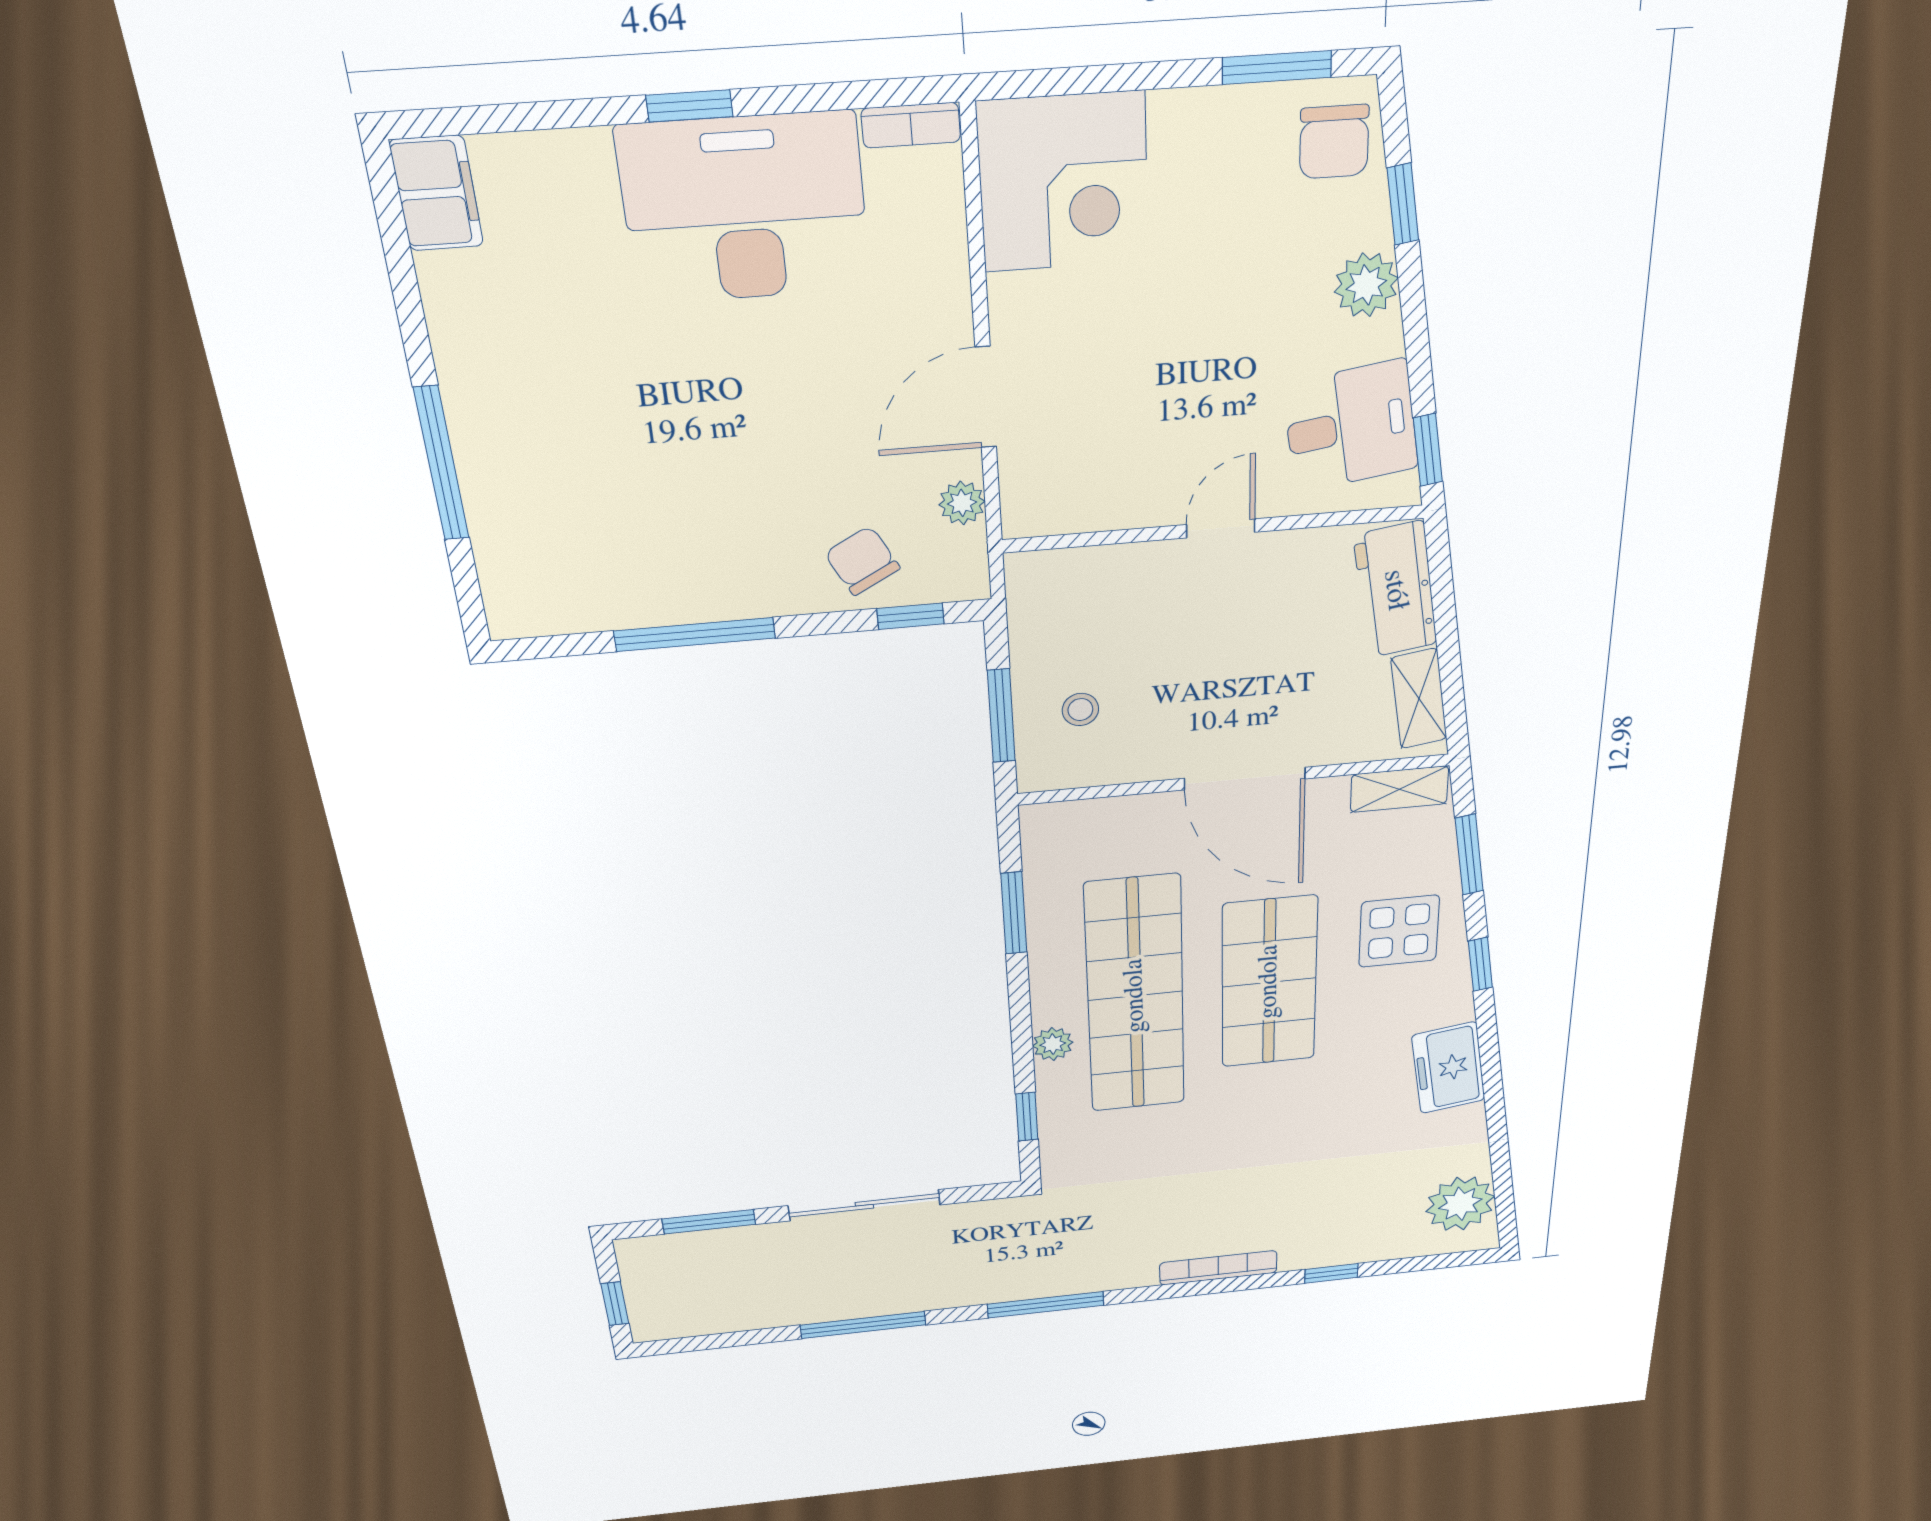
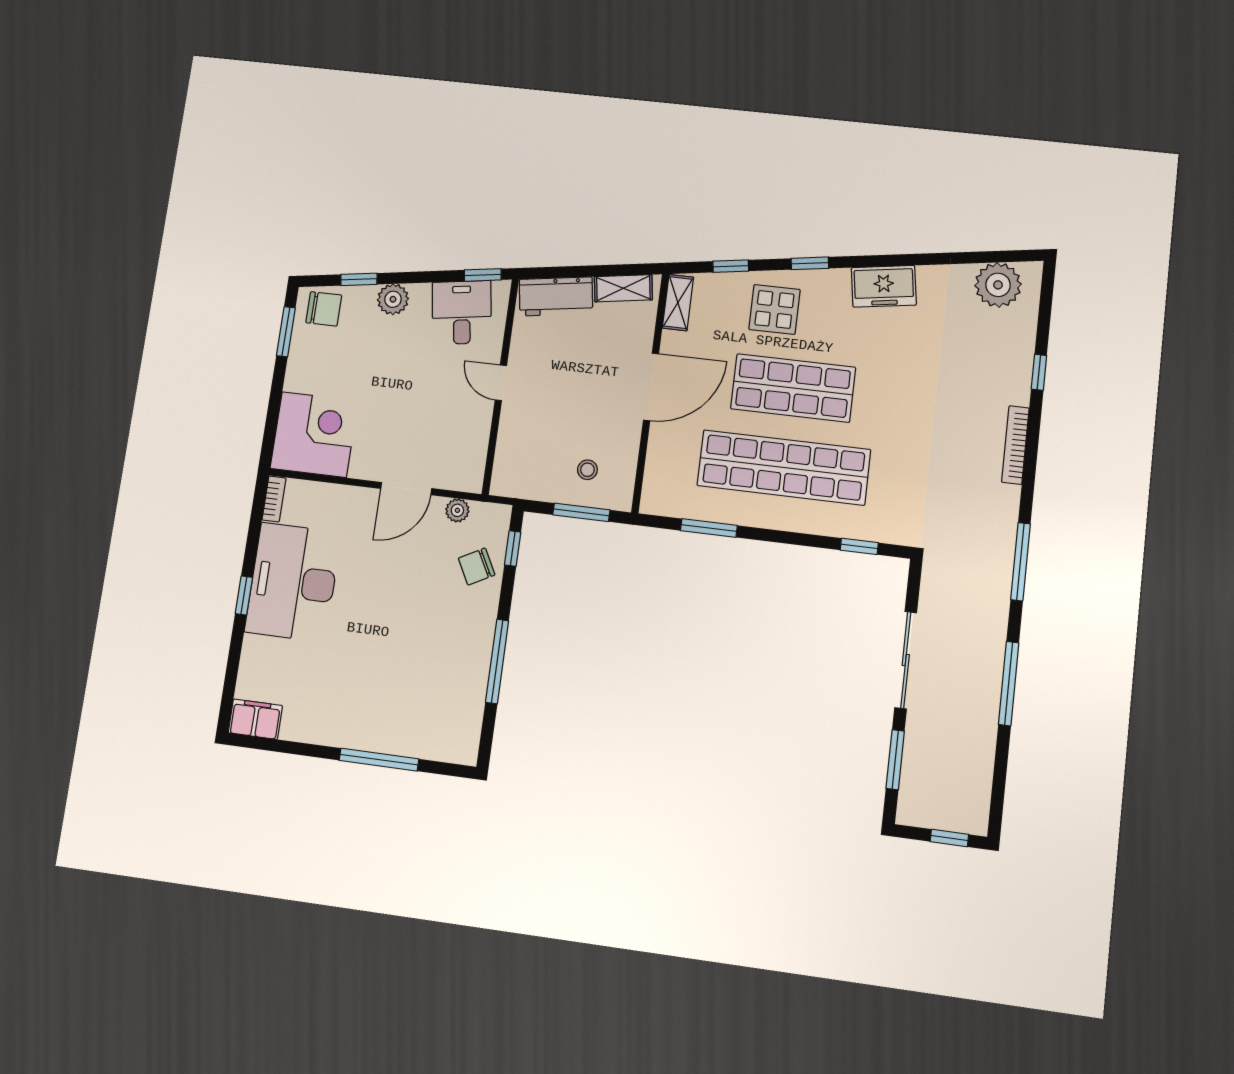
door: (986, 397) -> (406, 489), hinge flipped
window: (1469, 855) -> (731, 266), width x0.67
plant: (1053, 1044) -> (808, 522), removed

